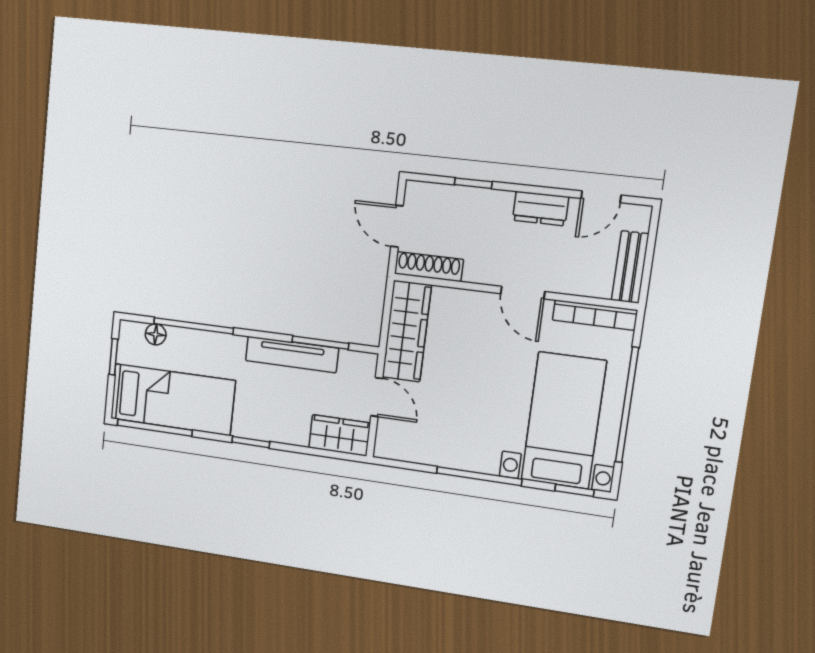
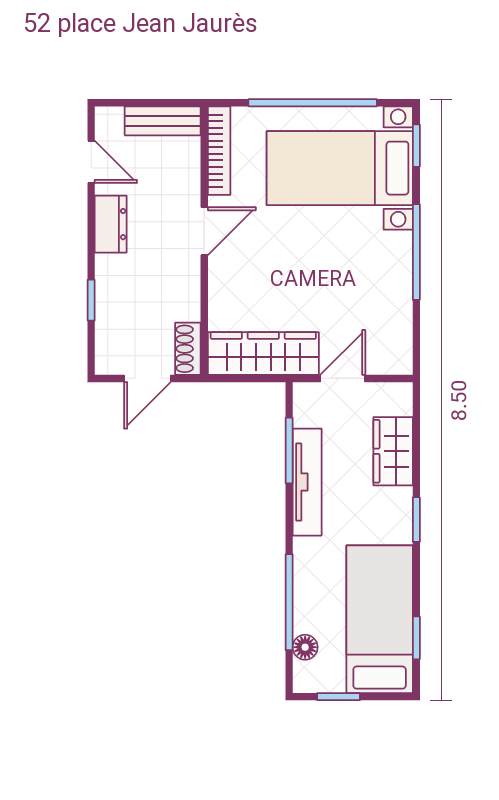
shoe rack: (429, 267) -> (188, 349), width x0.70
window: (155, 428) -> (416, 638), width x0.46
wardrobe: (340, 435) -> (393, 451), moved

